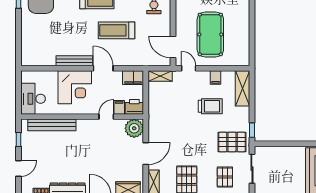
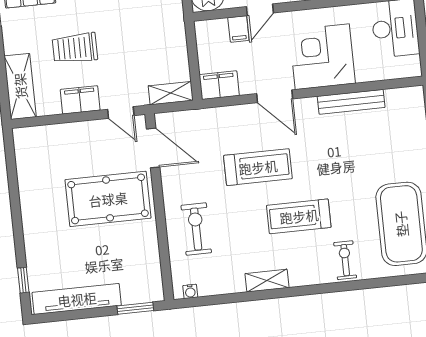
pool table: (210, 34) -> (108, 199), moved, turned 90
bench: (74, 61) -> (351, 102), moved
filing cabinet: (215, 78) -> (80, 100), width x2.00
printer: (134, 107) -> (211, 33), removed

